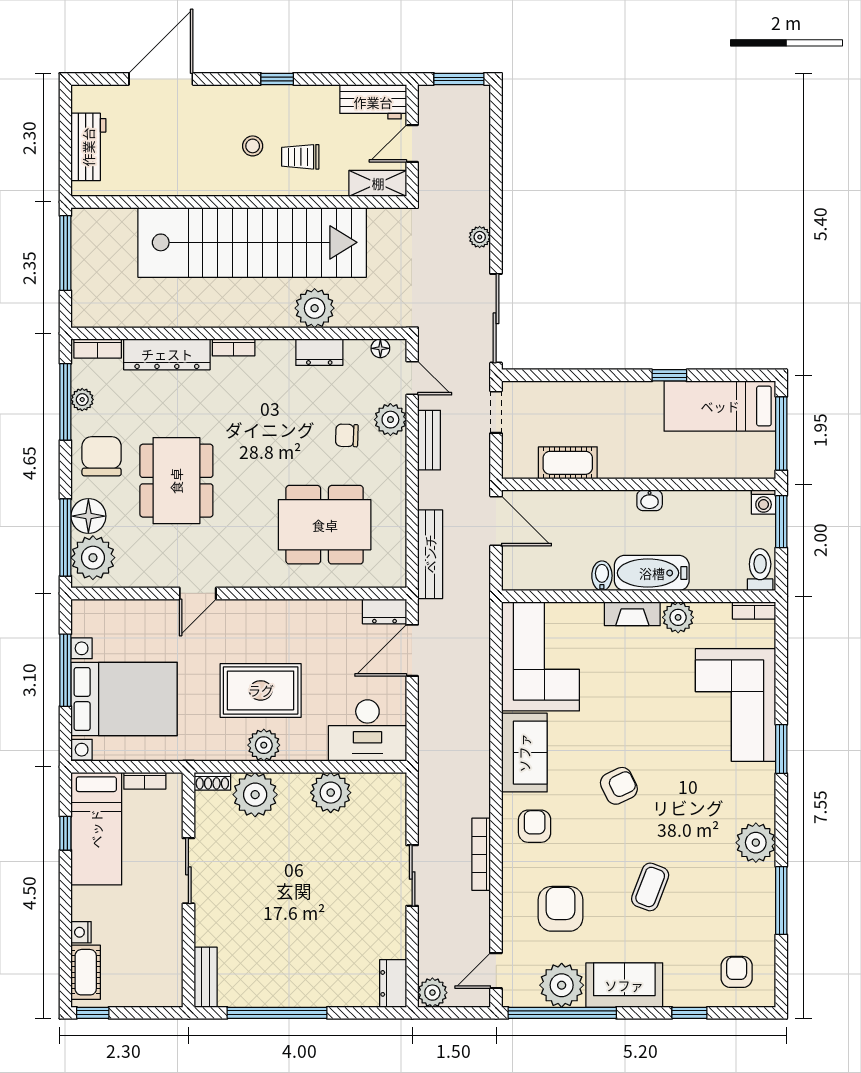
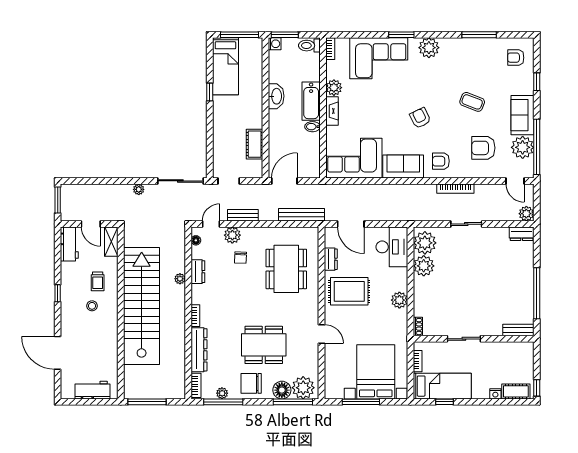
plant: (315, 308) -> (180, 279), width x0.53, depth x0.53
washbasin: (650, 500) -> (276, 96), width x1.91, depth x1.45
dresser: (385, 611) -> (331, 259), moved
rug: (261, 690) -> (349, 291), moved, turned 90
plant: (255, 795) -> (425, 243), moved
plant: (756, 843) -> (429, 48), moved

